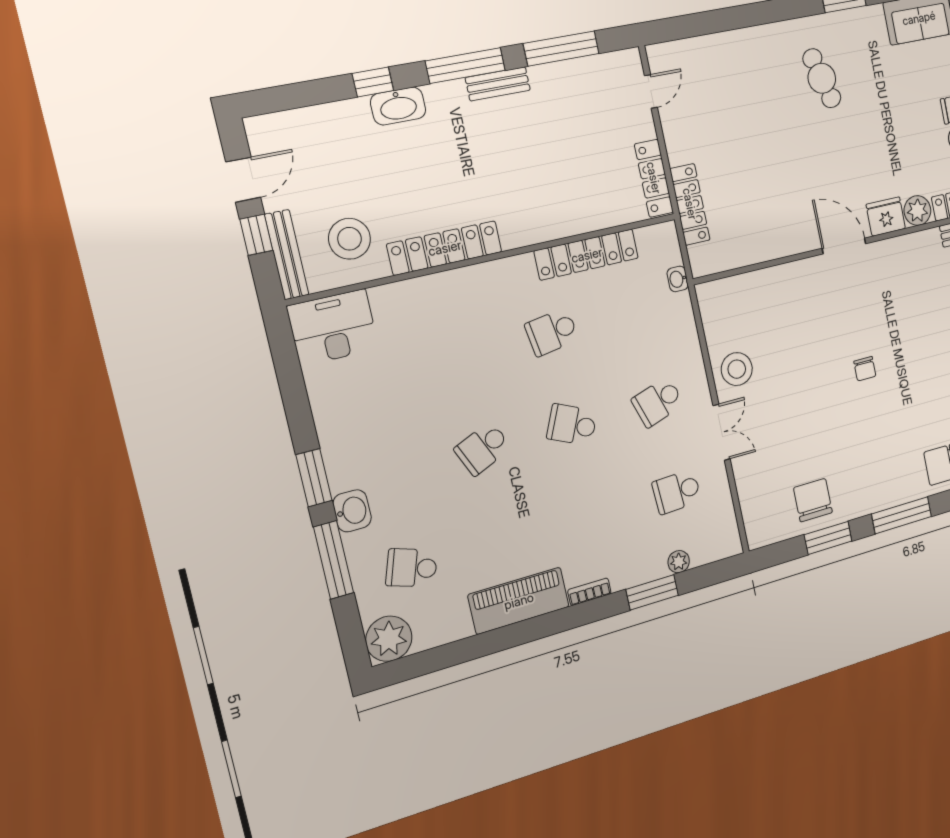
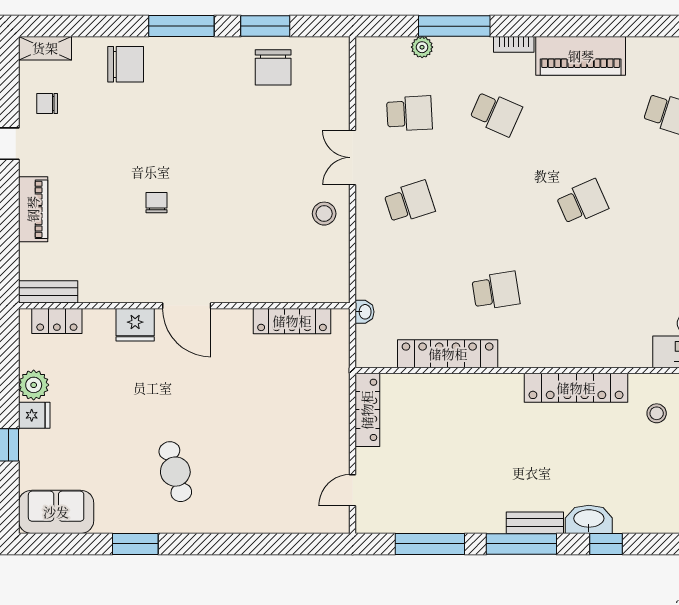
bench: (498, 84) -> (535, 523), moved
locker: (690, 204) -> (292, 321), moved, turned -90
plant: (917, 211) -> (99, 323), removed
stool: (349, 239) -> (657, 413), width x0.53, depth x0.53
stool: (737, 369) -> (324, 214), width x0.73, depth x0.73
chair: (865, 369) -> (157, 203), moved
school desk: (572, 425) -> (496, 113), moved
window: (652, 592) -> (454, 26), width x1.44

